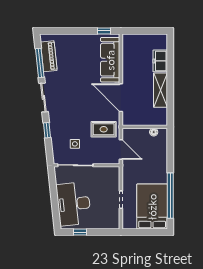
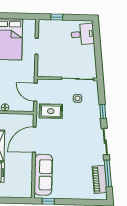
door: (121, 98) -> (34, 140), swing flipped
desk: (74, 204) -> (83, 34), width x0.53, depth x0.77
window: (80, 232) -> (57, 17), moved

